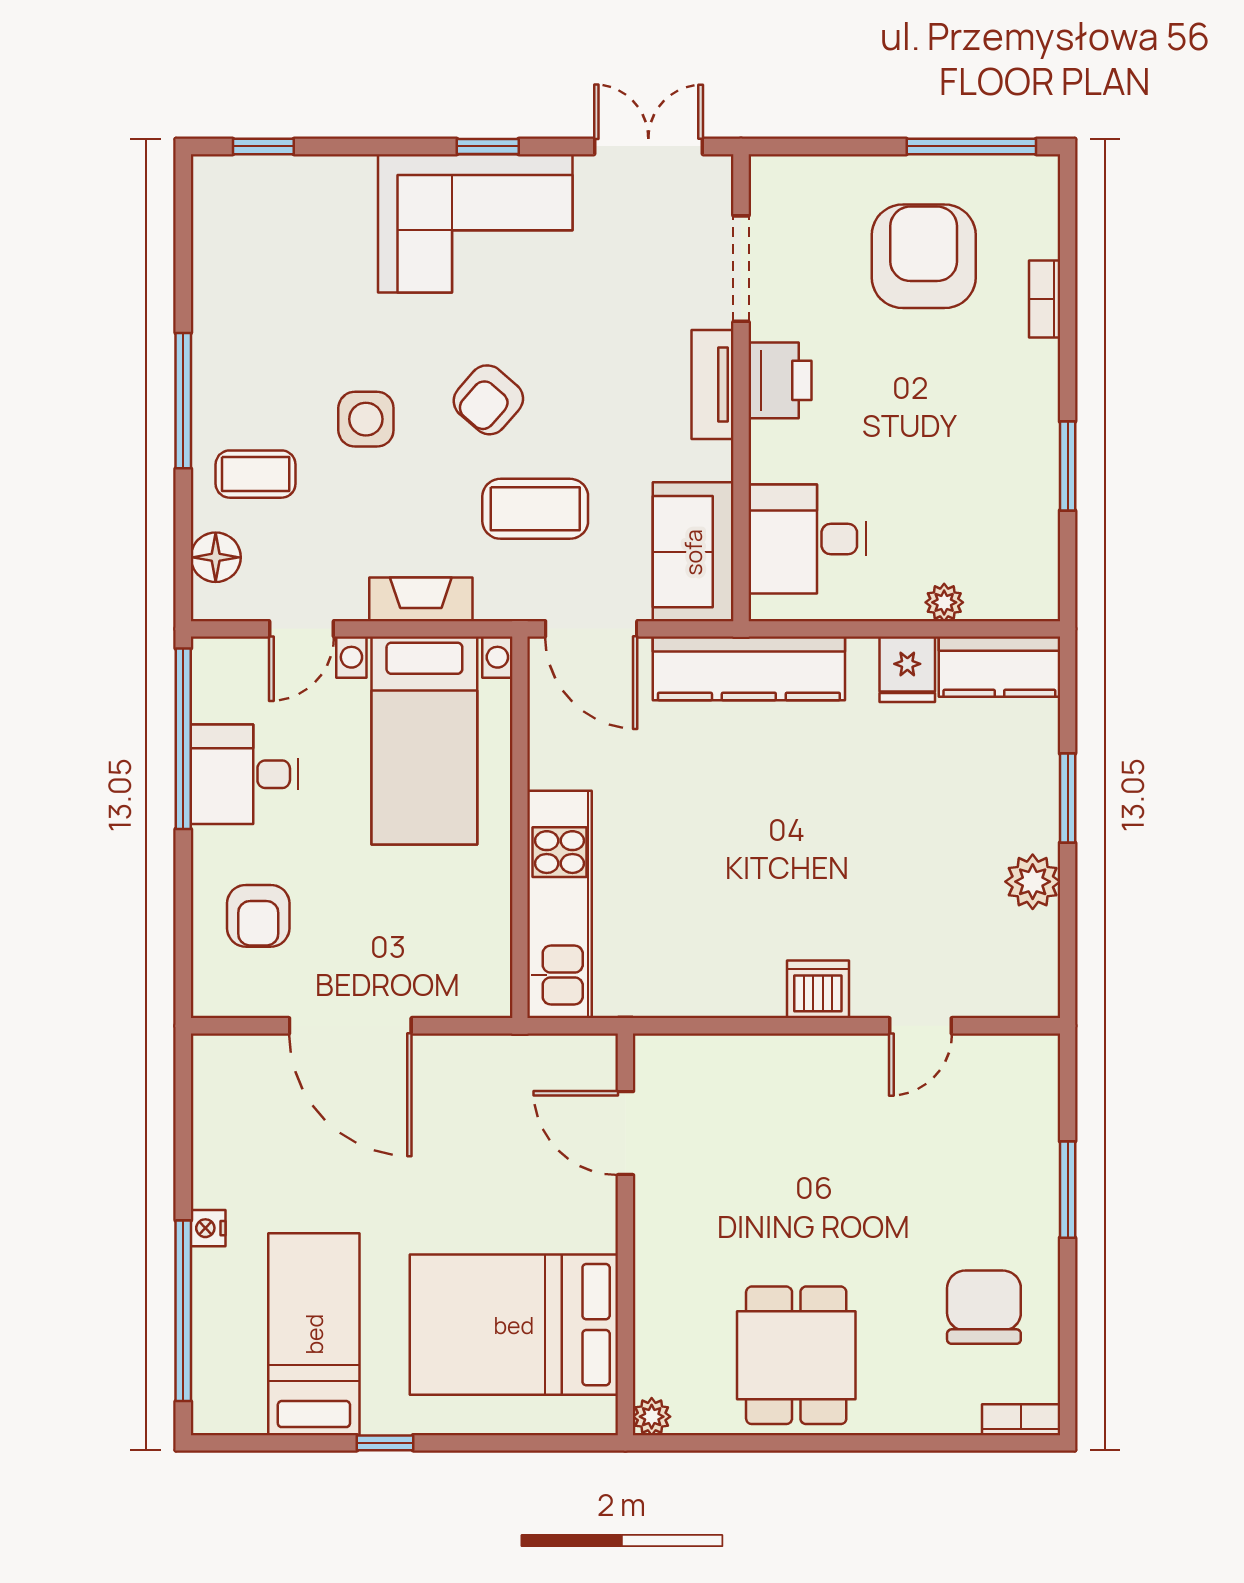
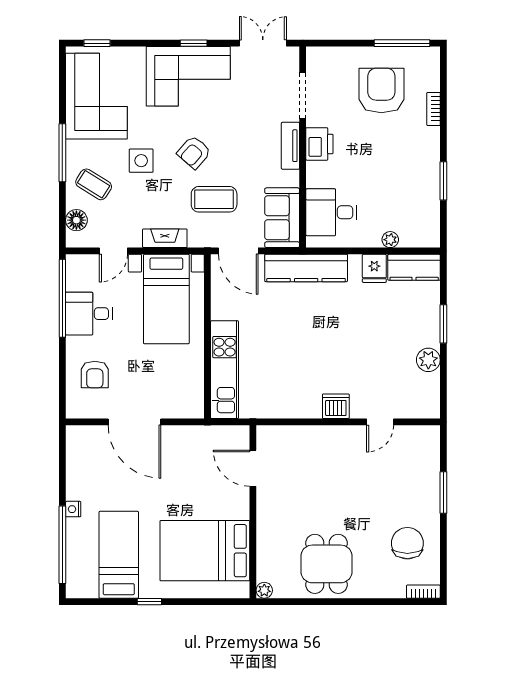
corner sofa: (262, 269) -> (96, 96), added
coffee table: (256, 474) -> (94, 184), turned 32

